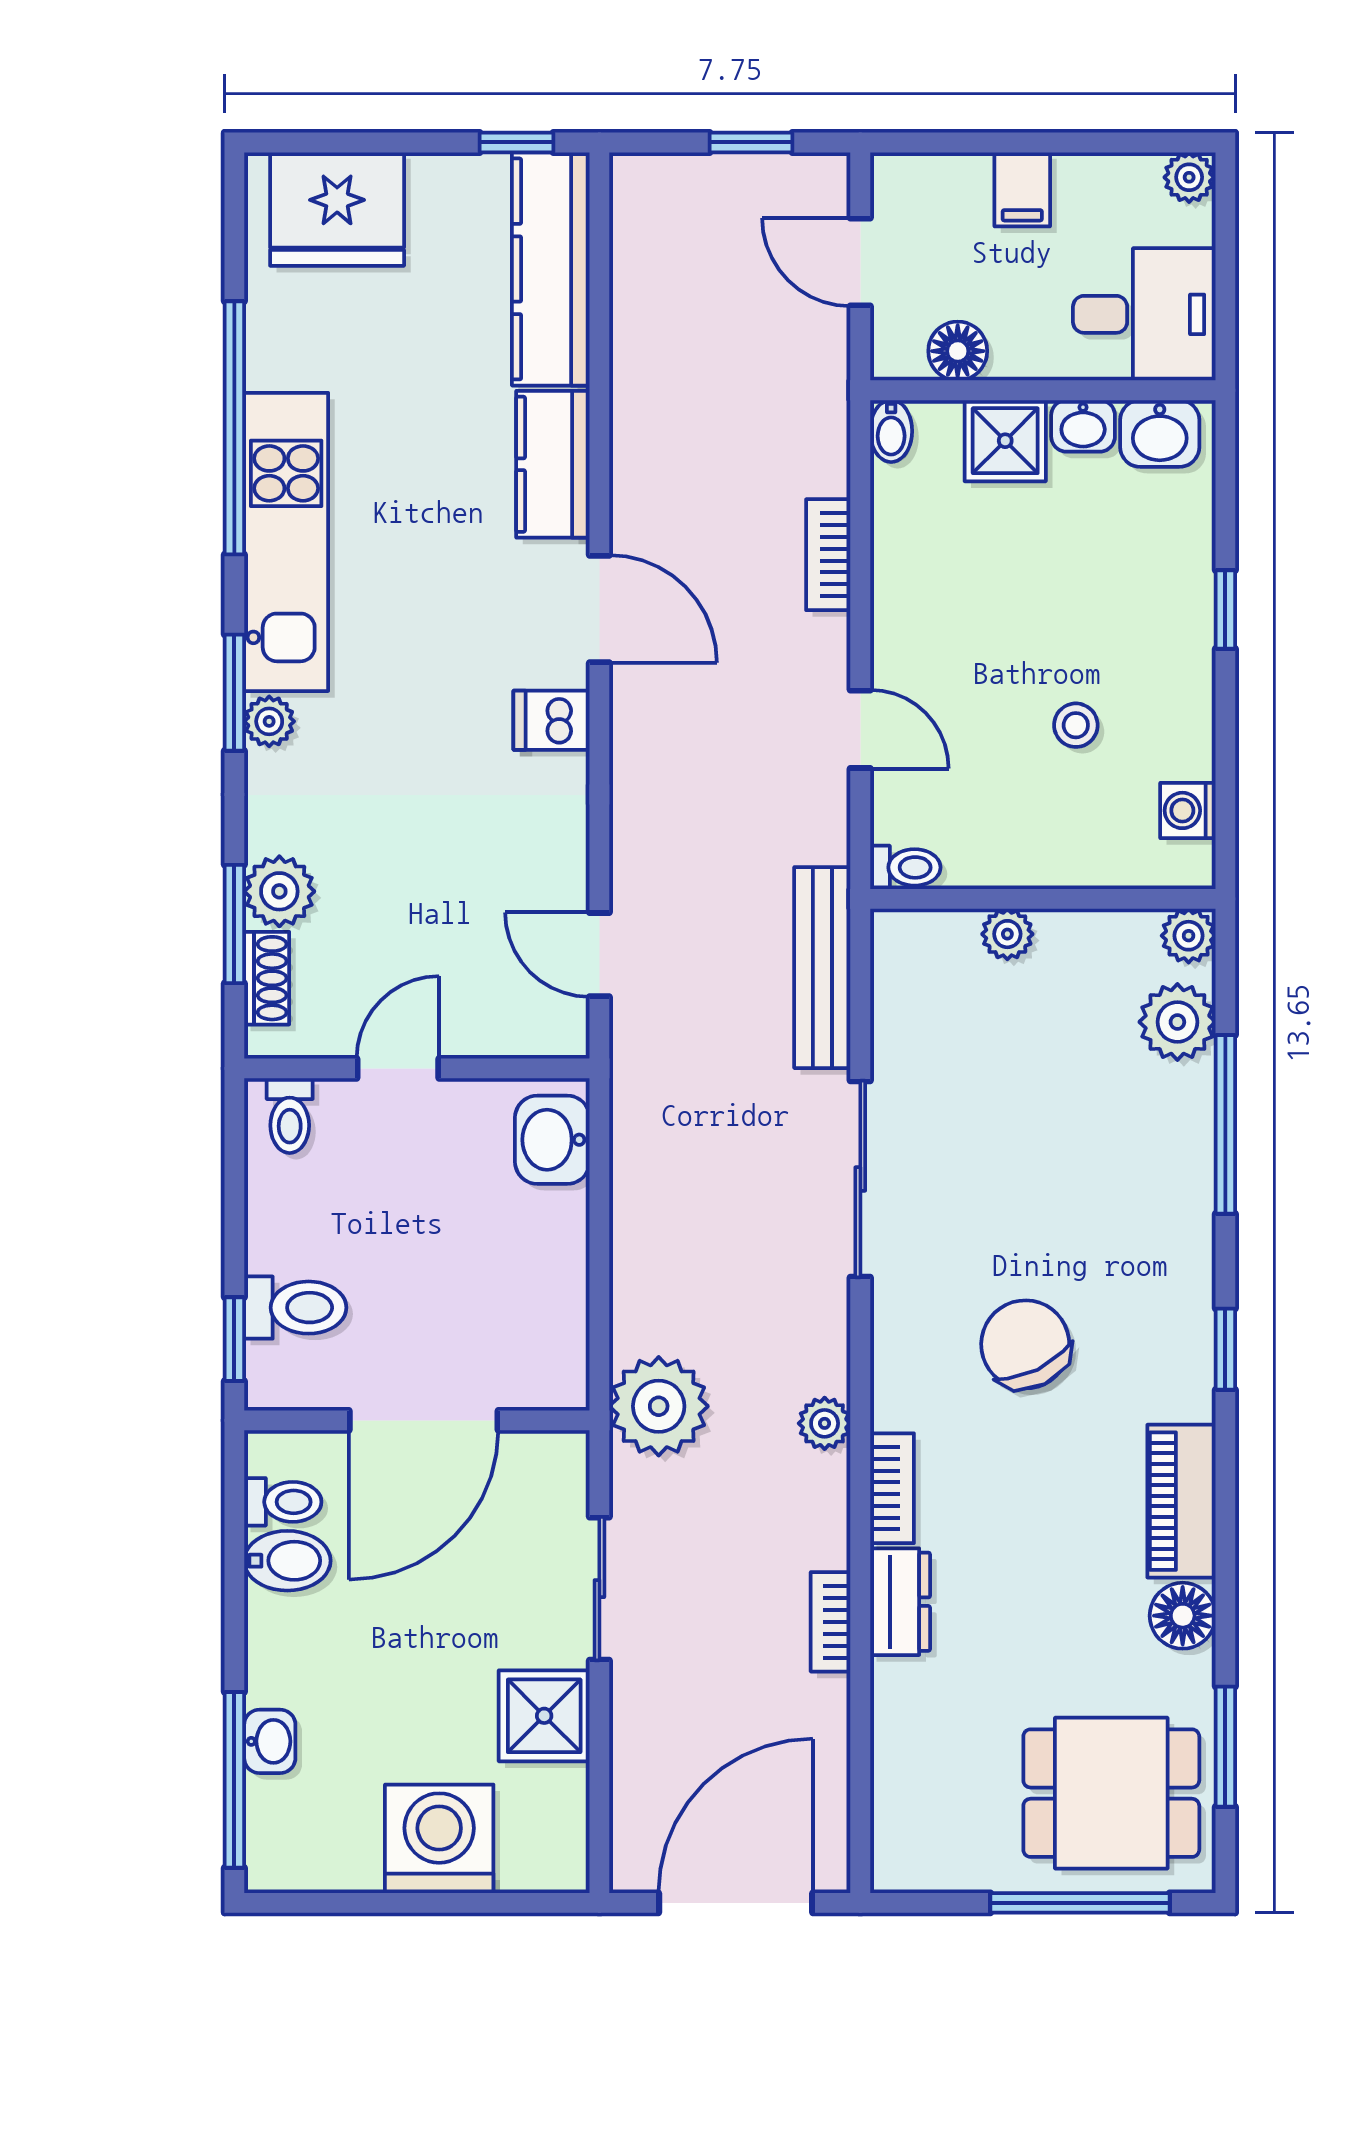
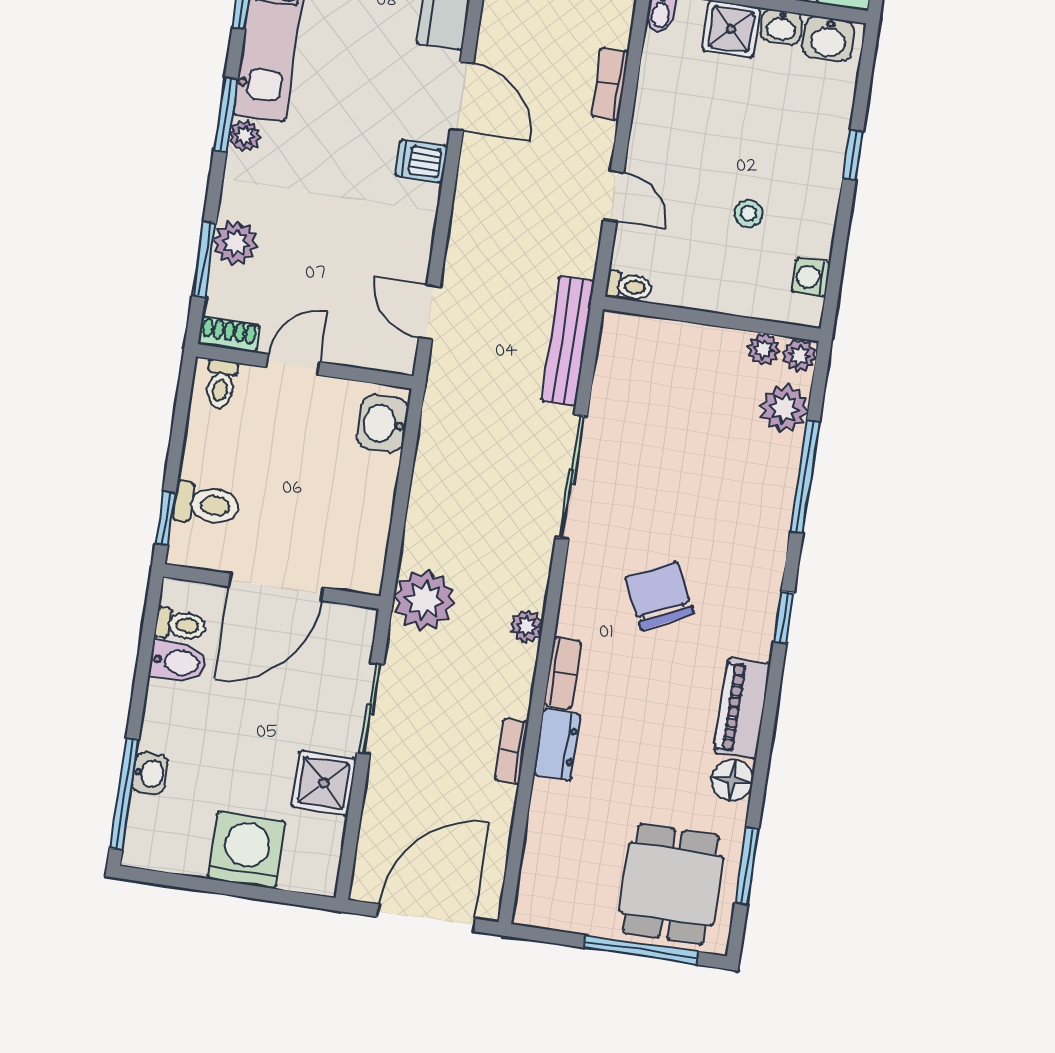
plant: (1007, 934) -> (764, 349), moved
shoe rack: (267, 978) -> (229, 334), moved, turned -90
dining table: (1111, 1793) -> (671, 884), turned 90

